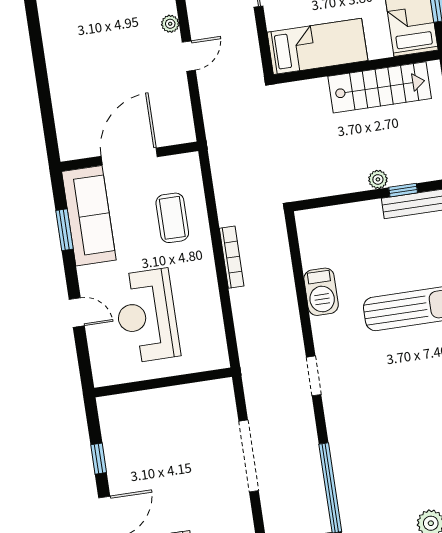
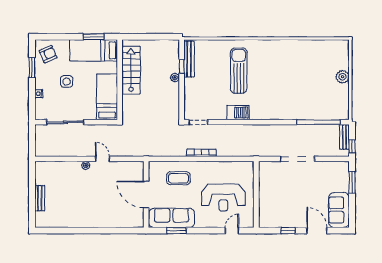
barbecue: (321, 292) -> (238, 113), moved
door: (77, 312) -> (232, 231), moved
doorway: (314, 376) -> (198, 122), moved

